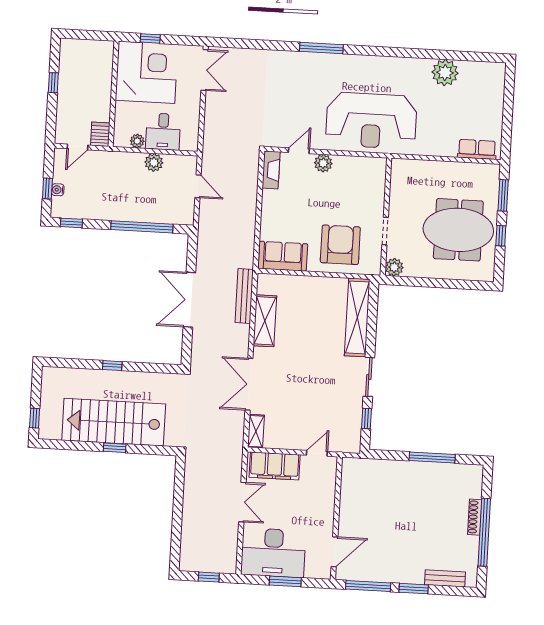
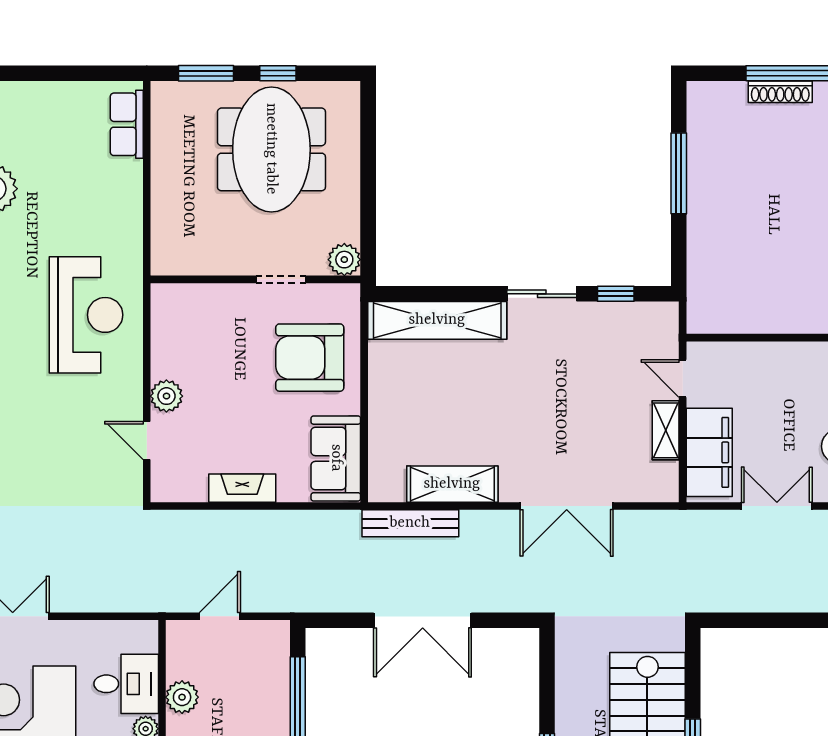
reception desk: (371, 121) -> (86, 315), width x0.74, depth x0.77
fireplace: (271, 170) -> (242, 488), moved
shelving: (256, 431) -> (666, 430), moved, turned 90

